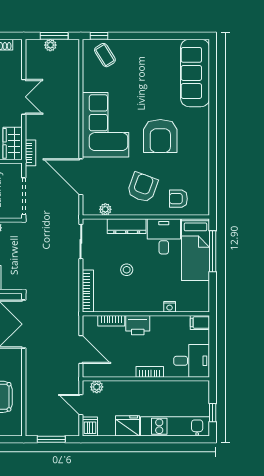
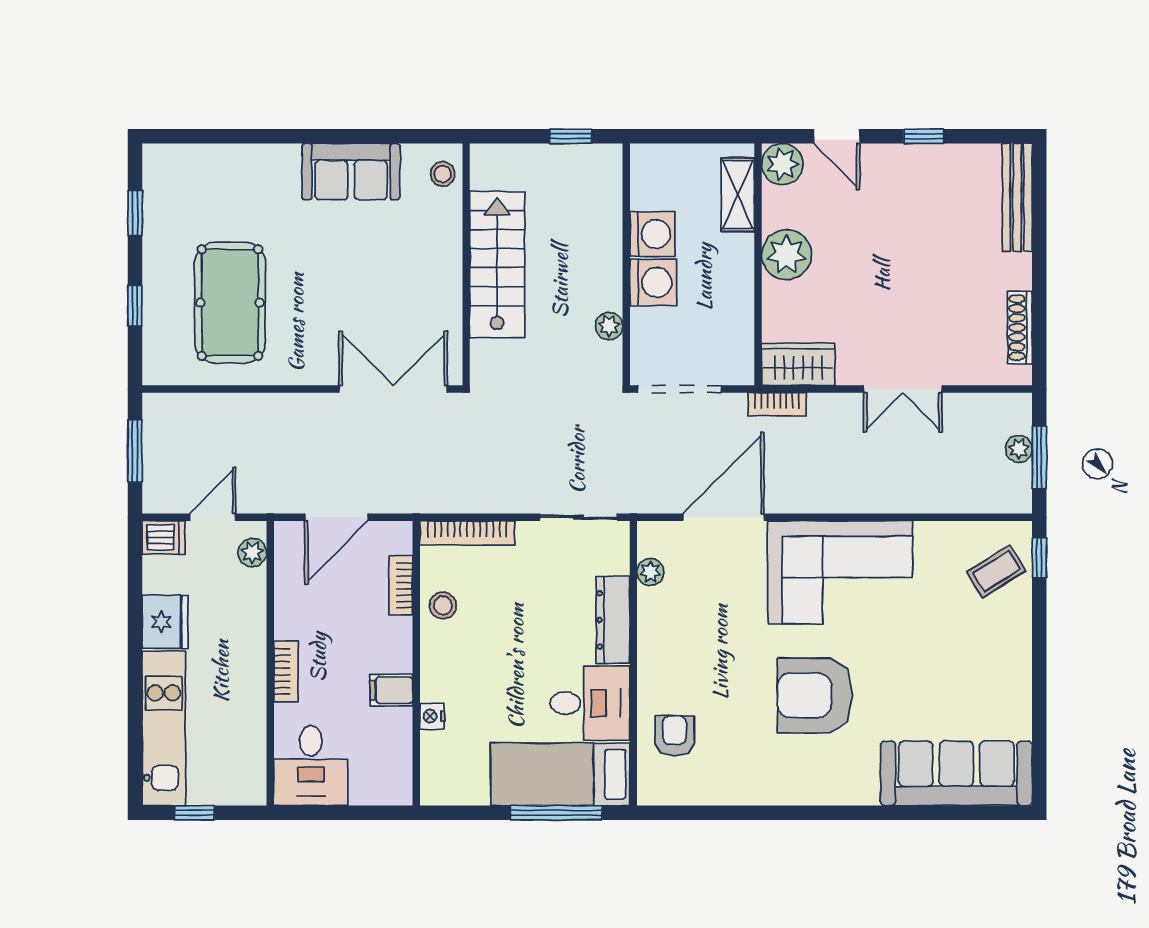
armchair: (142, 187) -> (699, 655), removed
stool: (127, 270) -> (443, 605), moved
filing cabinet: (200, 323) -> (391, 690), moved, turned -90
printer: (138, 325) -> (391, 645), removed

